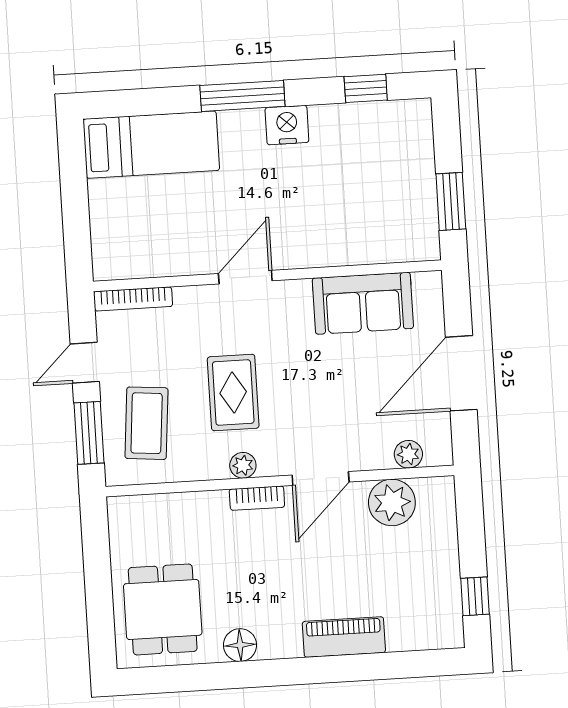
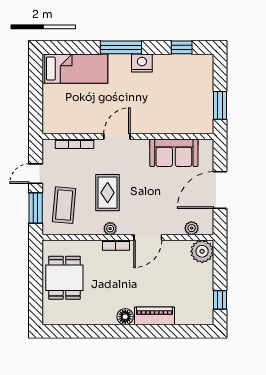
bookcase: (133, 299) -> (75, 144), moved
plant: (392, 502) -> (202, 251), moved
dining table: (163, 609) -> (64, 278), moved
floor lamp: (240, 645) -> (125, 317), moved

